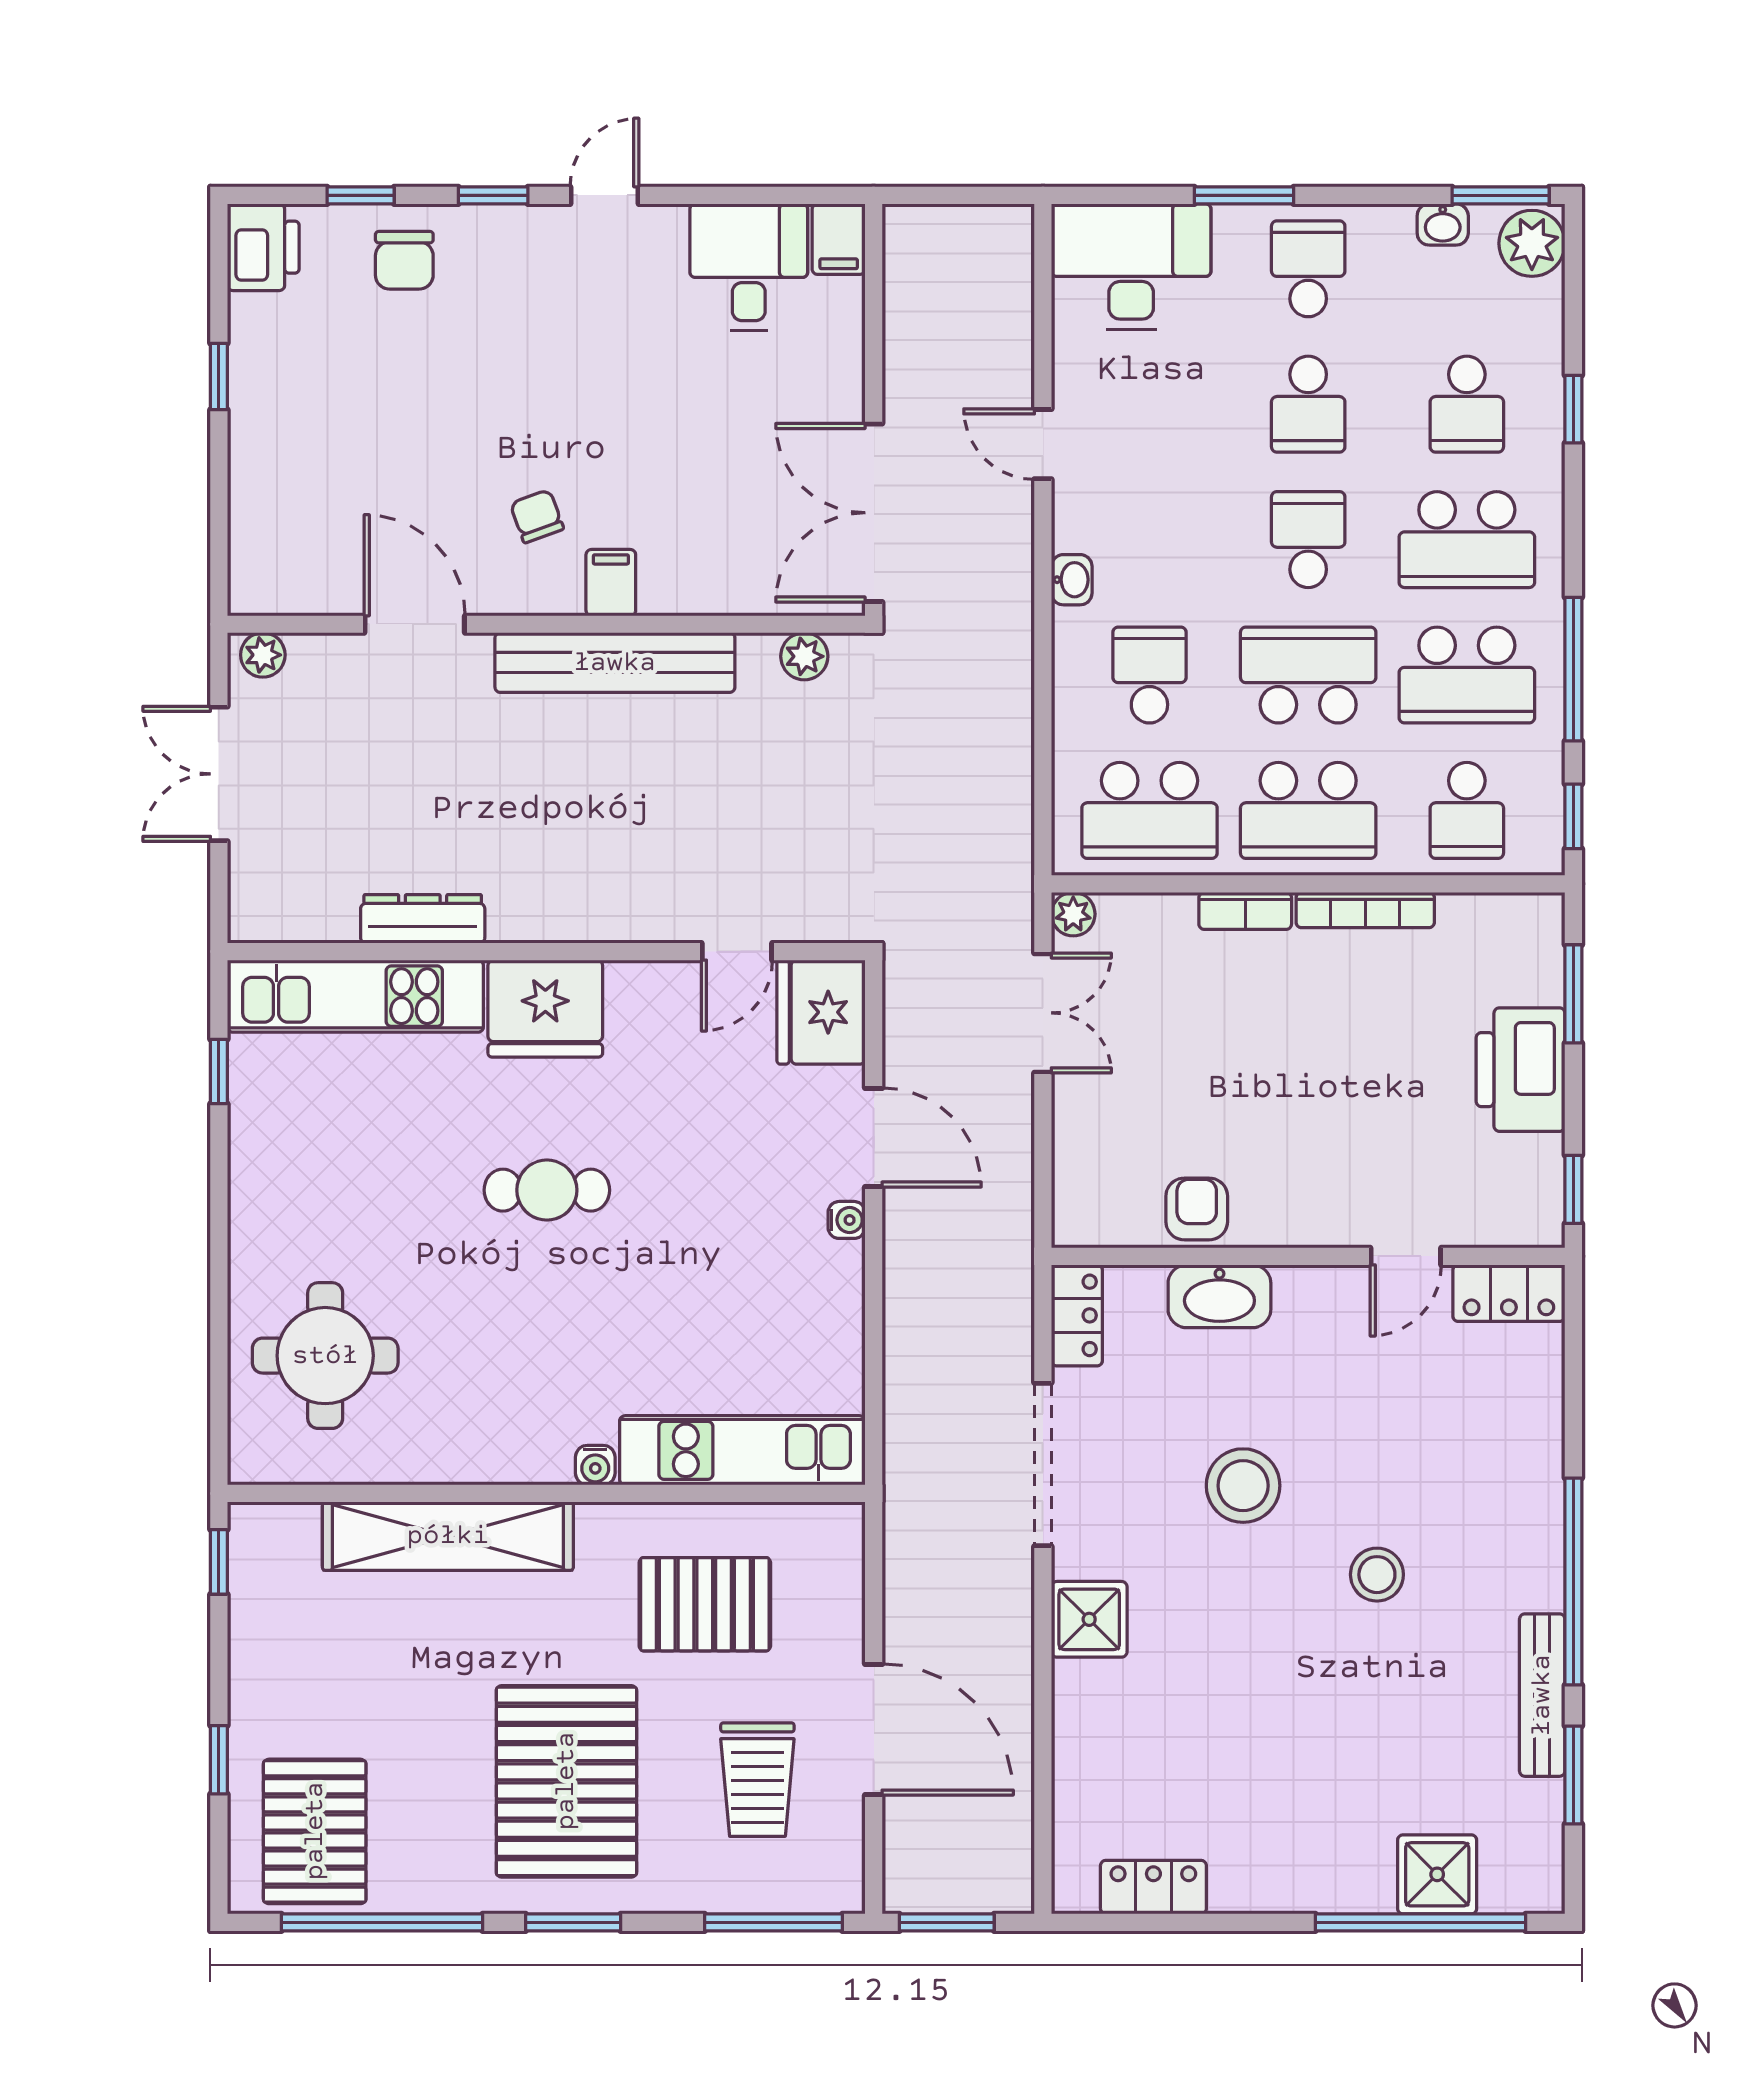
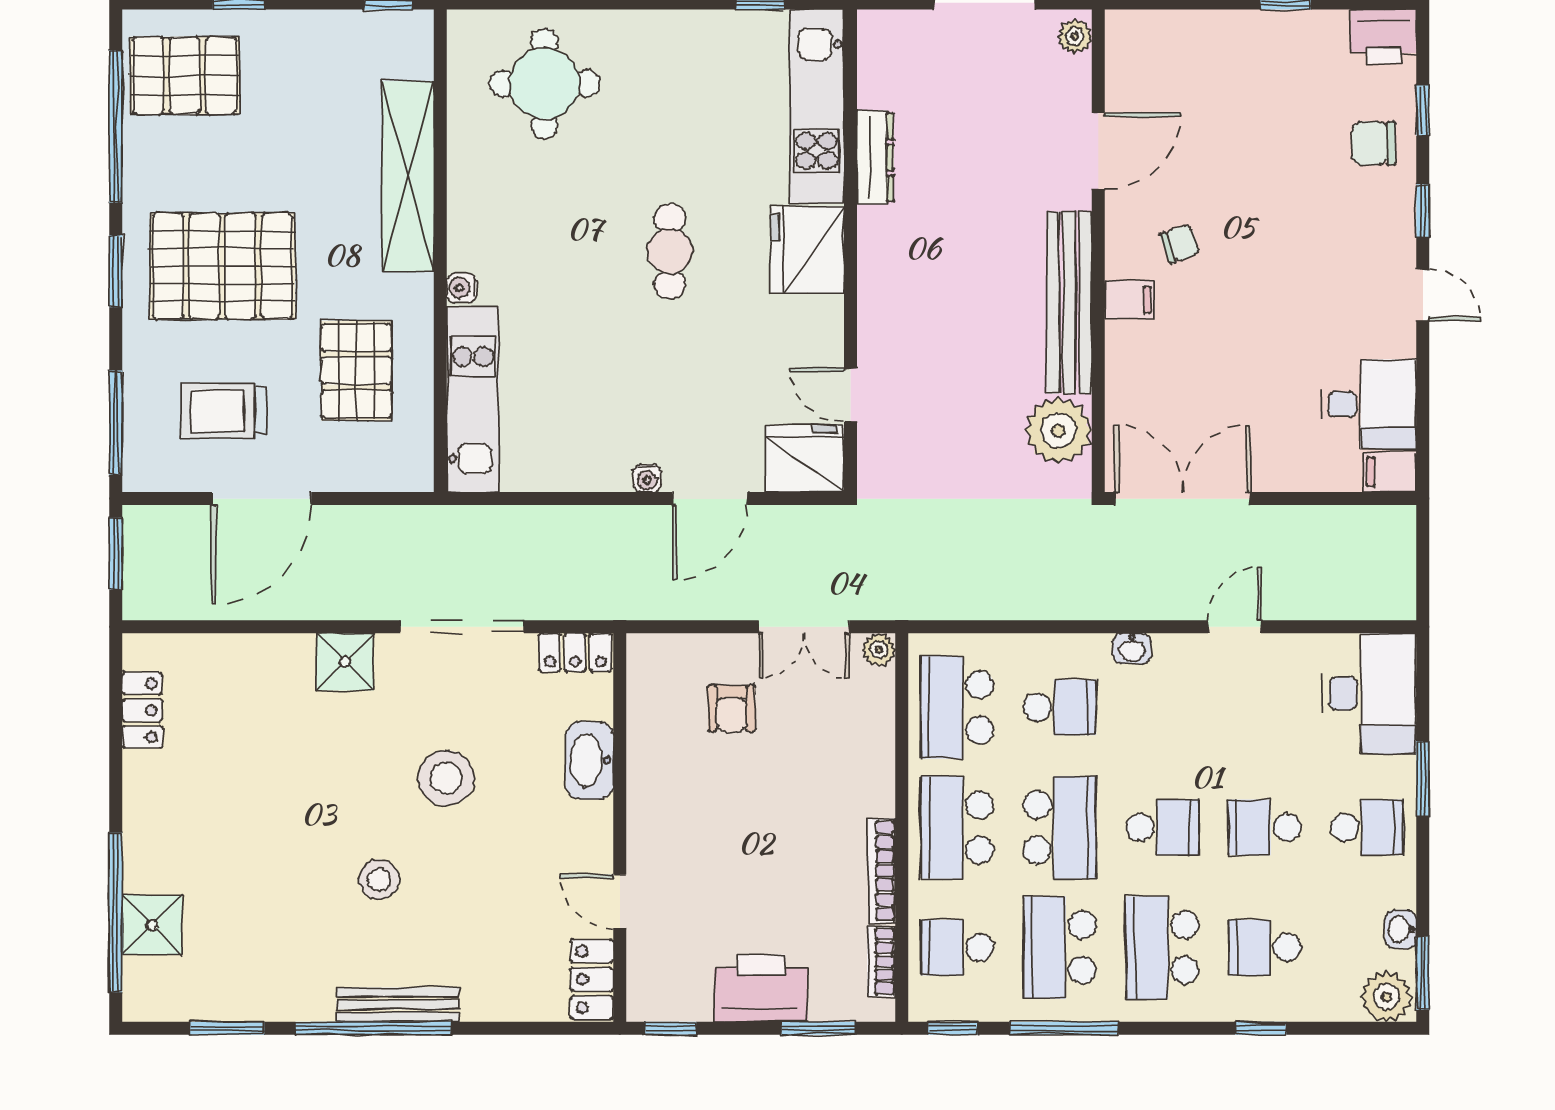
plant: (804, 656) -> (1058, 430), width x1.87, depth x1.87
bookcase: (1245, 911) -> (881, 961), moved
armchair: (1197, 1209) -> (731, 708), moved, turned 90
bench: (1542, 1695) -> (398, 1005), moved

